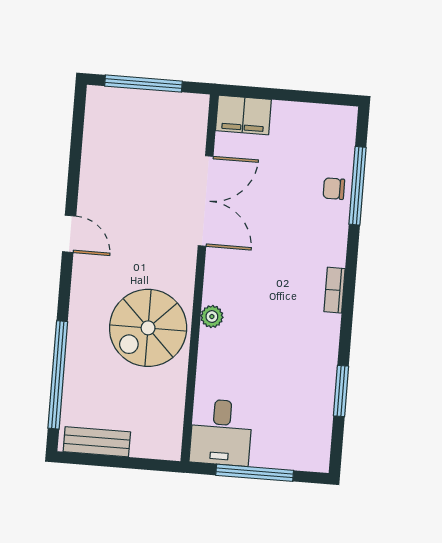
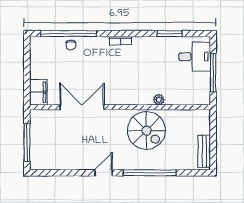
window: (358, 186) -> (69, 34), width x1.46
plant: (212, 317) -> (159, 100), moved
window: (58, 375) -> (150, 173), moved
desk: (221, 432) -> (195, 57), moved

